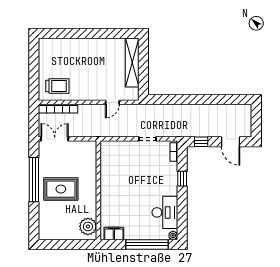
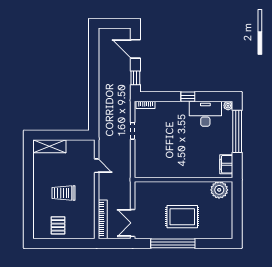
pallet: (52, 63) -> (58, 225), added
shelving: (132, 63) -> (49, 146), width x0.68
trolley: (57, 86) -> (63, 193), moved, turned -90
door: (231, 142) -> (135, 49), swing flipped
window: (182, 179) -> (188, 97), moved
rug: (61, 189) -> (182, 217), turned 90

